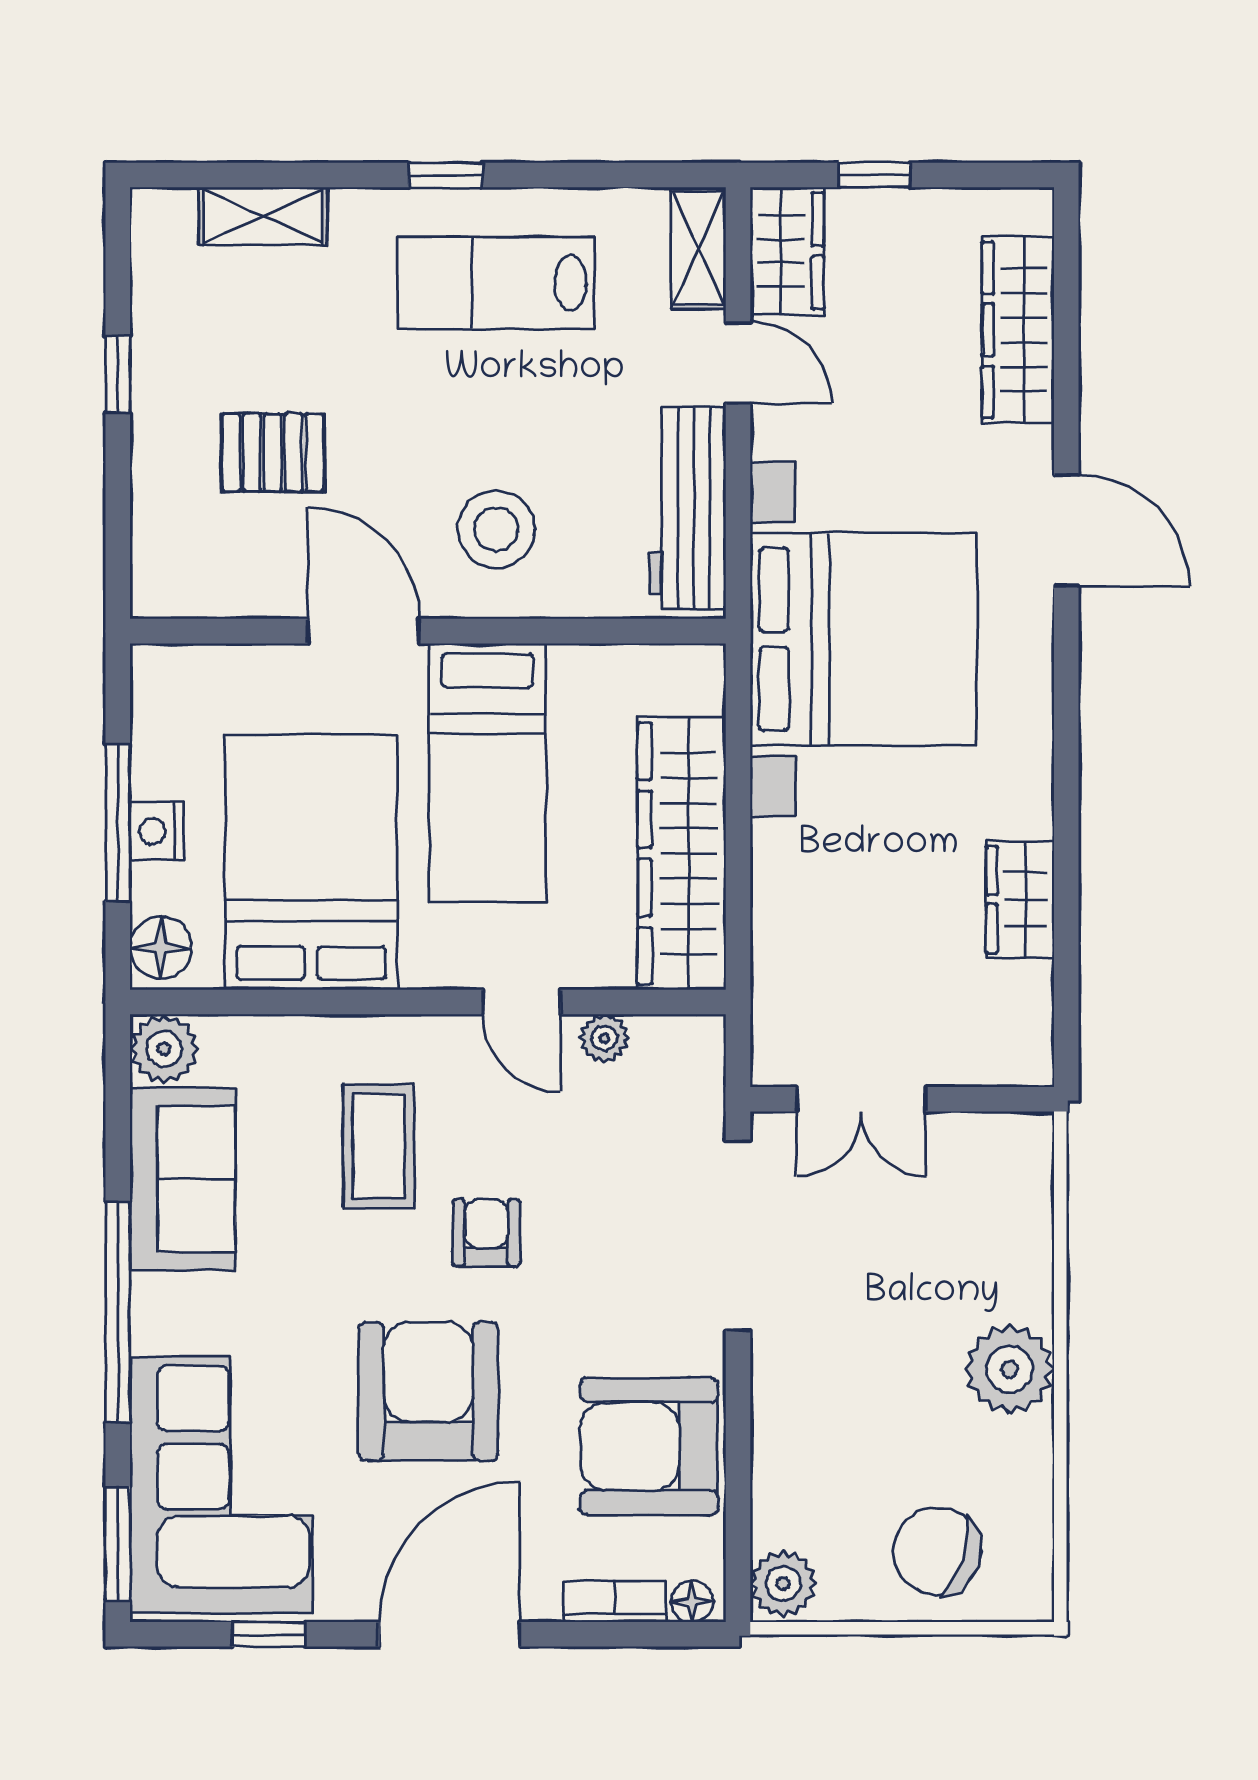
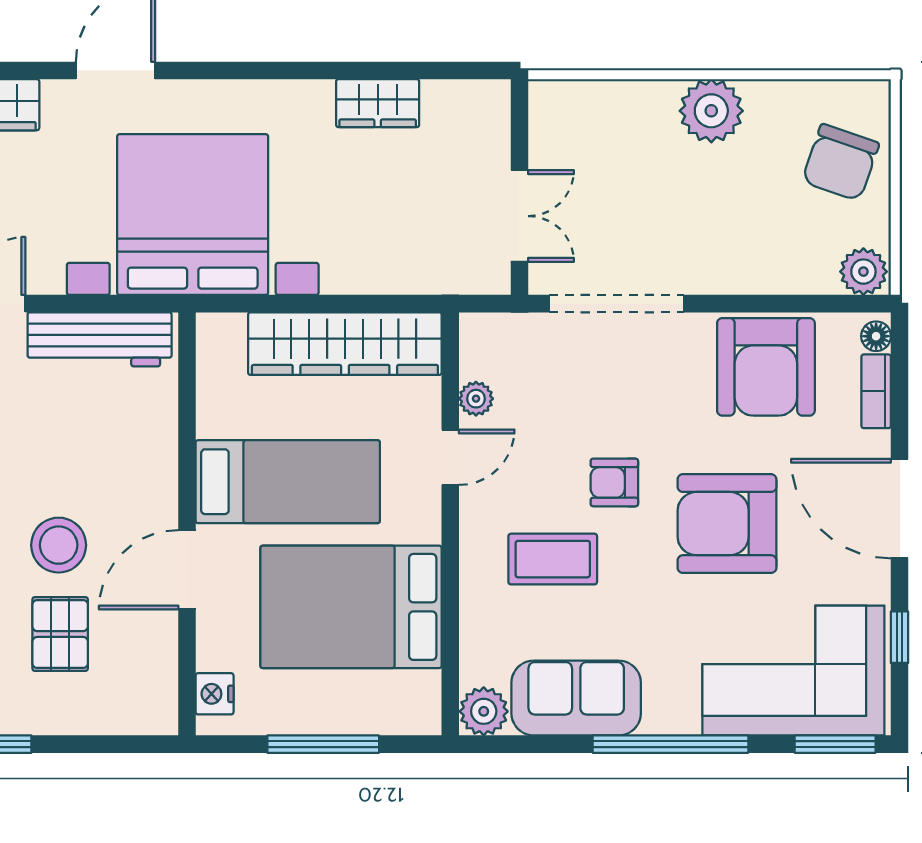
stool: (496, 529) -> (59, 545), moved
nightstand: (157, 831) -> (215, 694), moved, turned 90
floor lamp: (161, 948) -> (412, 713), removed

